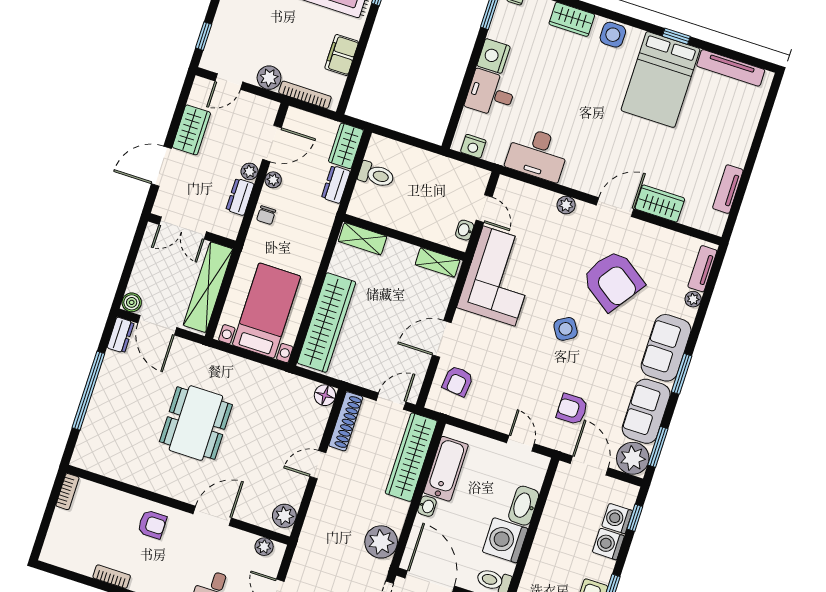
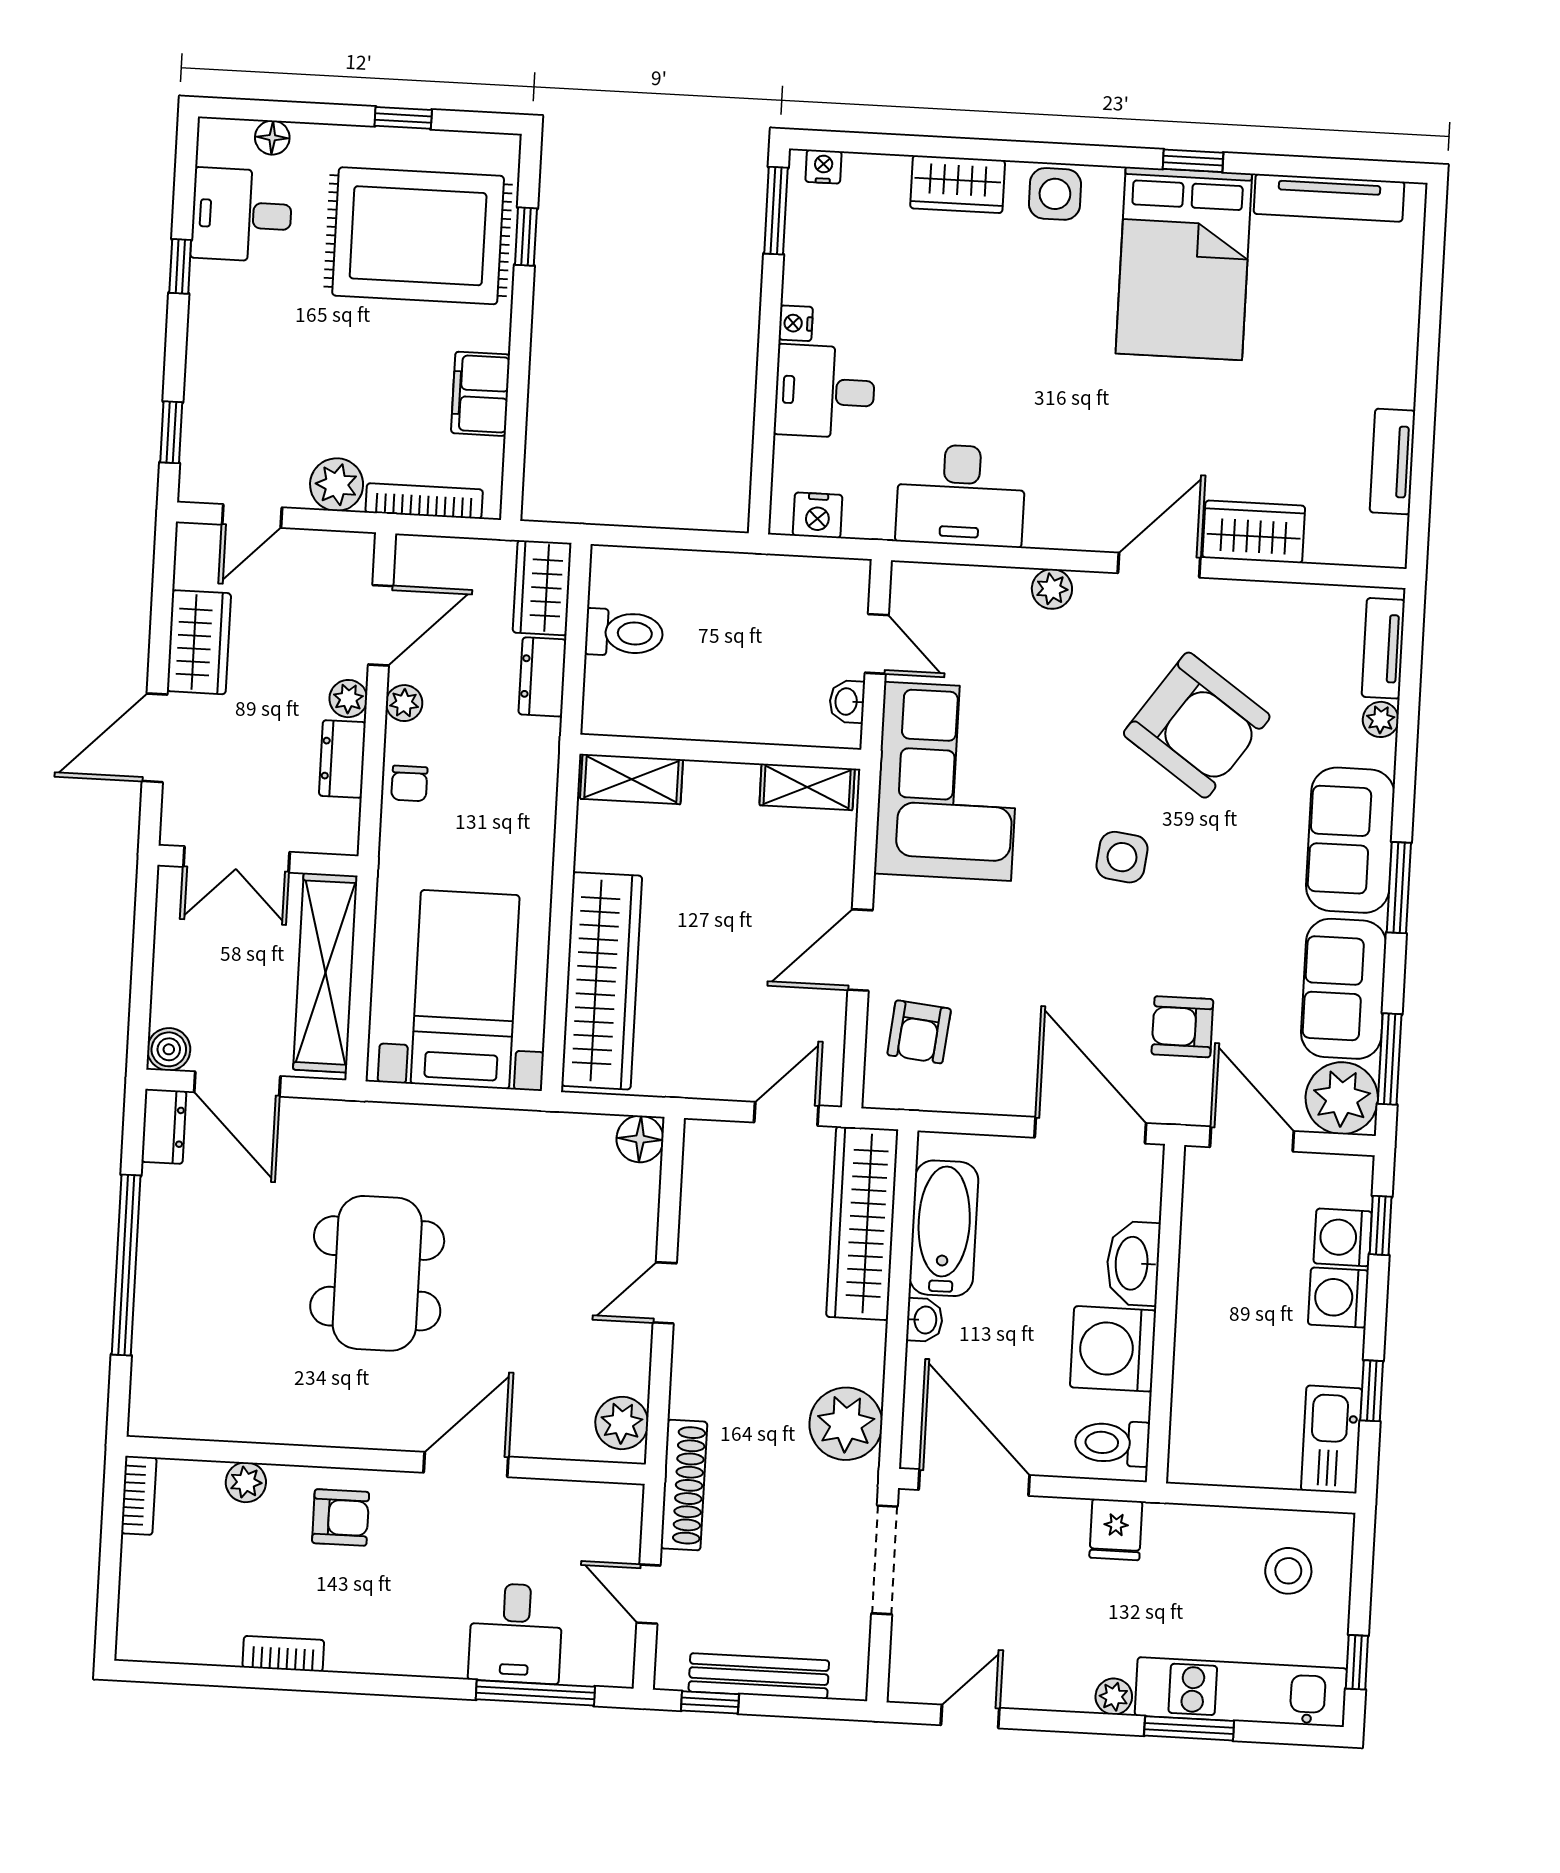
nightstand: (494, 56) -> (796, 323), width x0.53, depth x0.56
side table: (566, 329) -> (1122, 857), turned 38
shoe rack: (346, 421) -> (684, 1485), moved
door: (520, 443) -> (1090, 1130), width x1.88
plant: (264, 547) -> (246, 1482), moved

